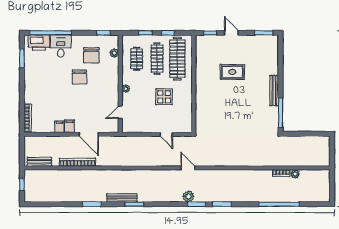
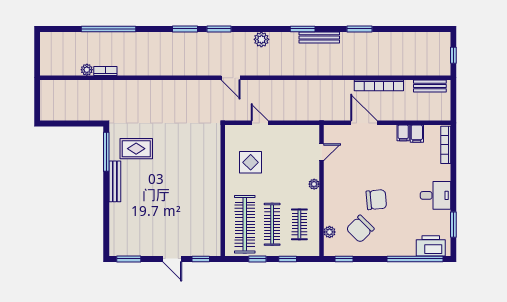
desk: (61, 46) -> (436, 195), moved, turned -90
chair: (91, 55) -> (360, 229), turned -135
rug: (232, 72) -> (136, 149), moved
chair: (79, 77) -> (376, 200), turned 85
display table: (164, 97) -> (251, 162), moved
filing cabinet: (70, 126) -> (417, 134), moved
plant: (188, 196) -> (261, 39), moved

